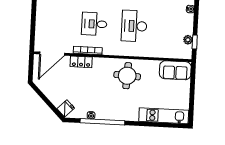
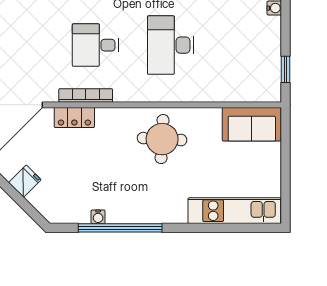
plant: (188, 40) -> (273, 66), removed
fridge: (66, 108) -> (25, 181), moved

